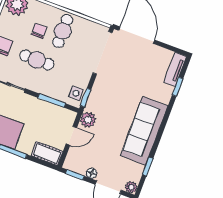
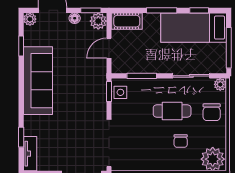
cafe table: (63, 31) -> (157, 150), removed
plant: (88, 120) -> (98, 21), moved

